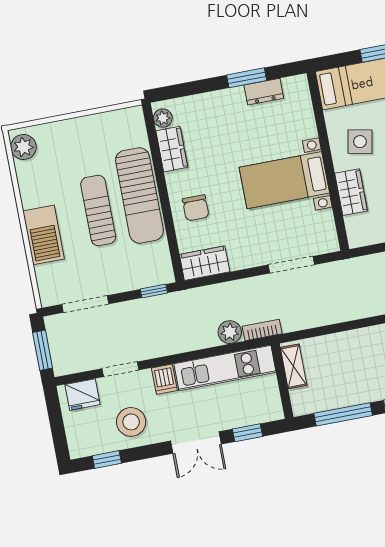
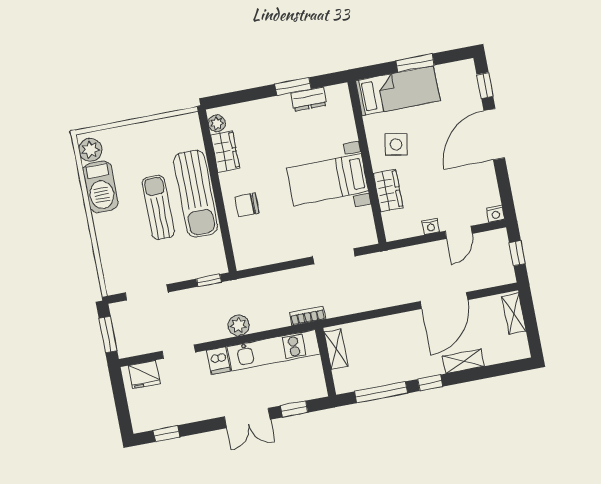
chair: (196, 208) -> (247, 205), turned 90
barbecue: (44, 235) -> (100, 187), moved
wardrobe: (205, 263) -> (255, 255), removed
plant: (230, 332) -> (239, 325), moved
stool: (131, 422) -> (188, 399), removed

